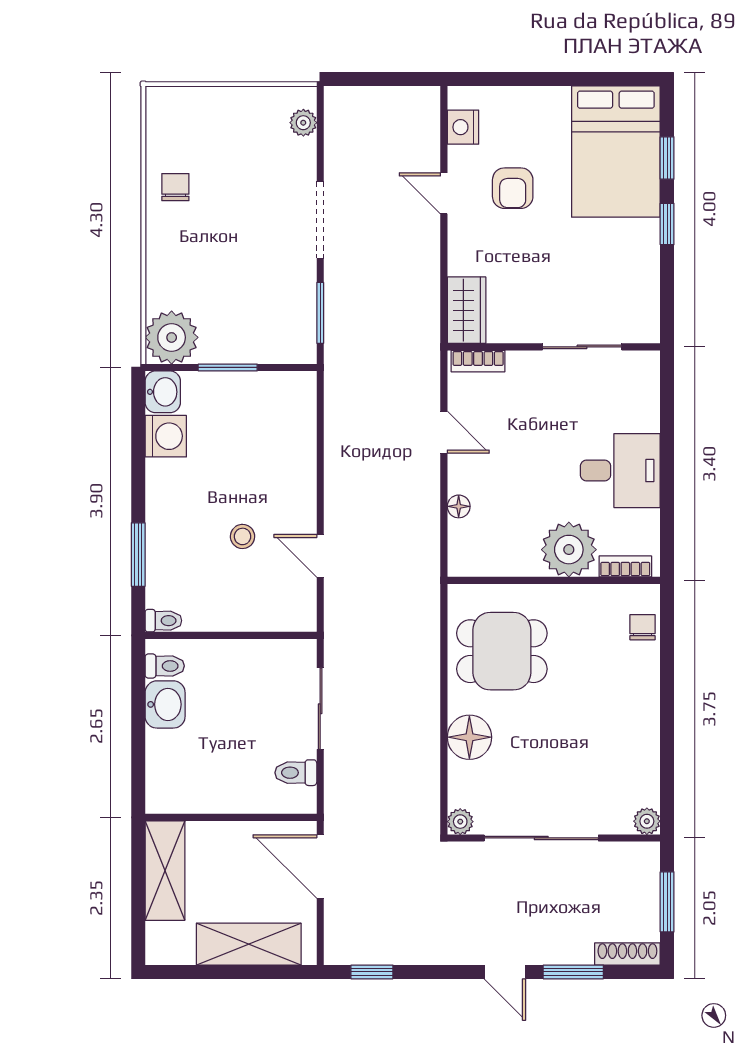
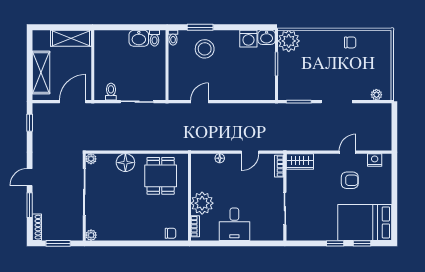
armchair: (513, 188) -> (350, 180), turned 180
stool: (243, 536) -> (205, 49), moved, width x1.89, depth x1.89

